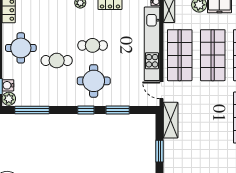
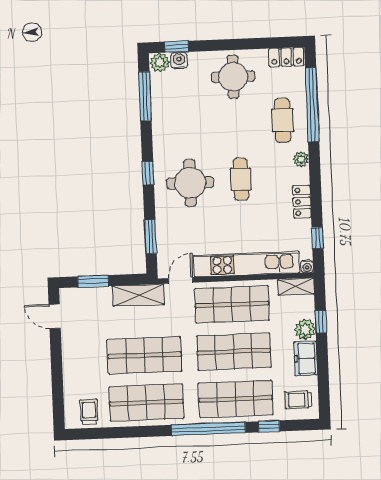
cafe table: (57, 61) -> (283, 120), moved
window: (118, 110) -> (151, 237), moved
shop shelf: (213, 118) -> (145, 355), added

